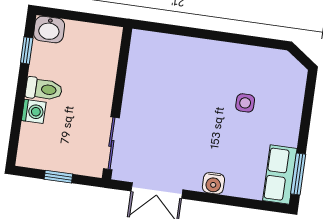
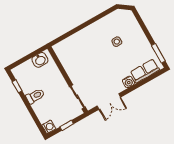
washbasin: (49, 29) -> (40, 60), moved
washing machine: (34, 111) -> (49, 127), moved
row of seats: (280, 175) -> (145, 71), moved, turned 90

